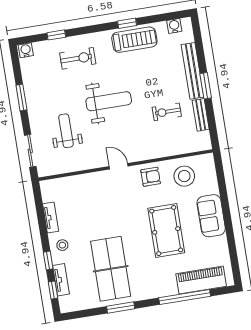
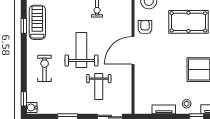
window: (56, 35) -> (24, 99), moved
weight bench: (66, 131) -> (99, 87), turned -90
door: (119, 166) -> (133, 50), width x1.88

